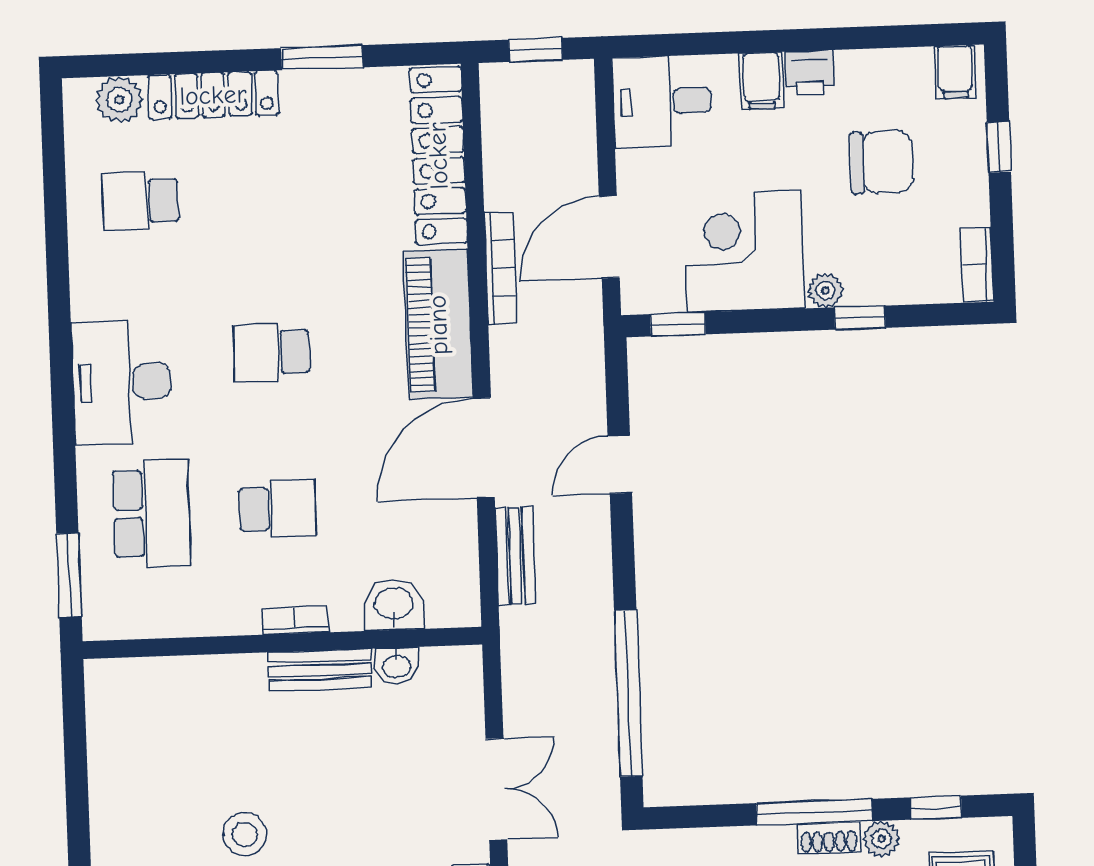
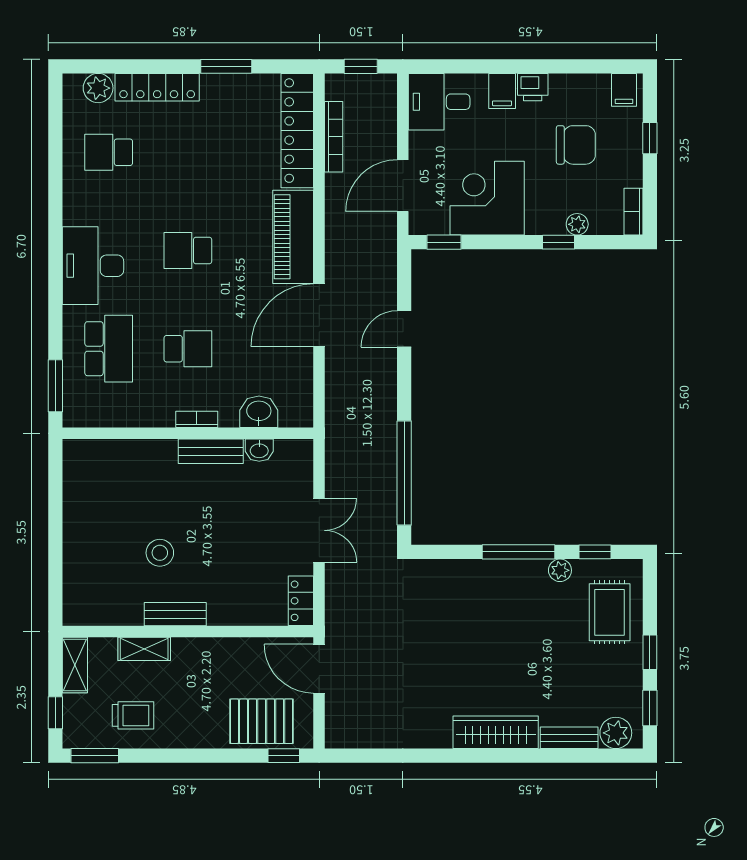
bookcase: (501, 268) -> (334, 137), moved
plant: (825, 290) -> (577, 224), moved
bench: (515, 556) -> (336, 384), removed
shoe rack: (829, 838) -> (527, 568), removed

